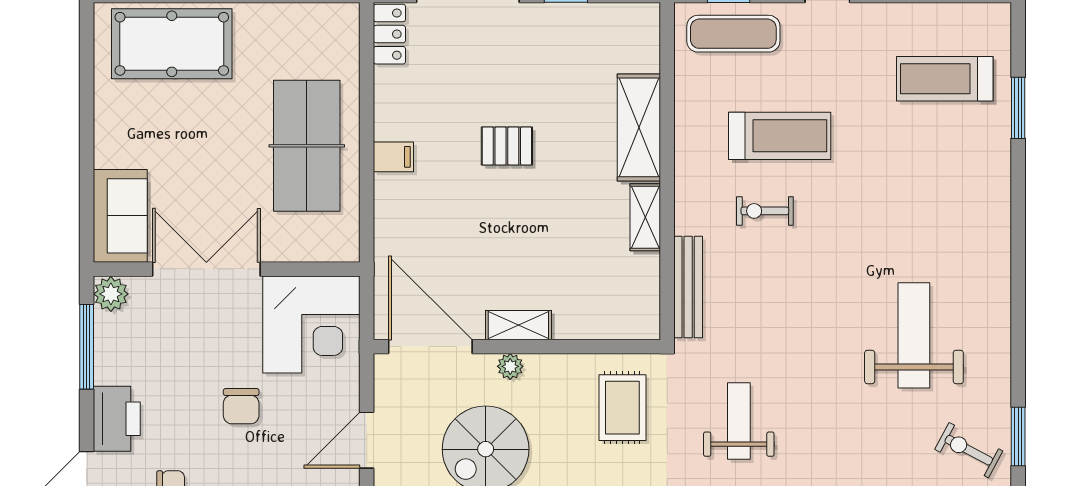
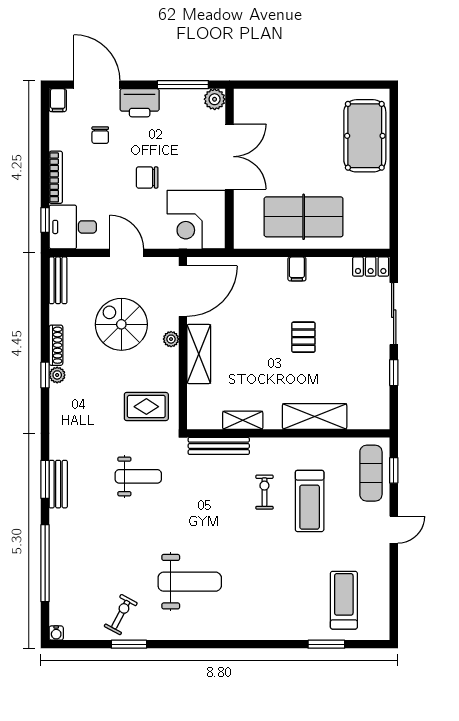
sofa: (120, 216) -> (262, 105), removed
shelving: (645, 217) -> (243, 420), moved
shelving: (518, 325) -> (199, 354), width x1.50, depth x1.33

